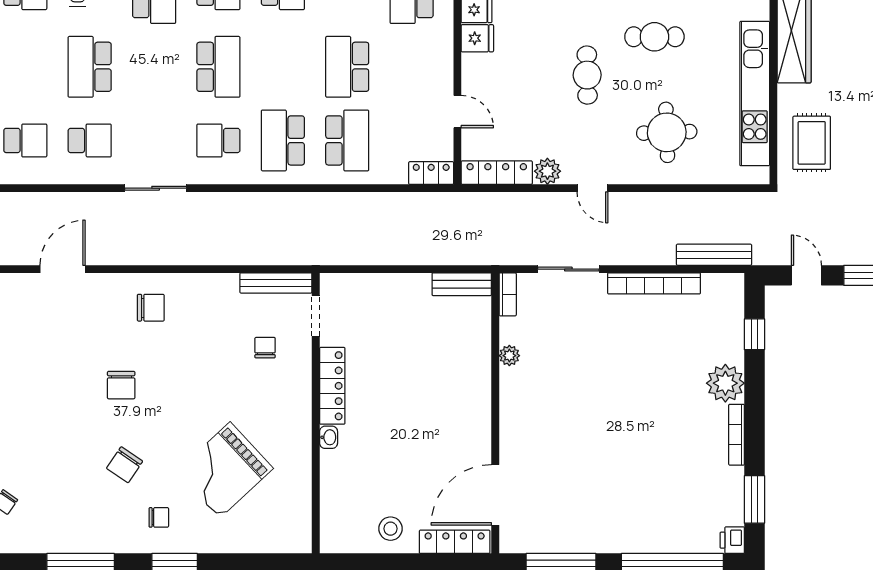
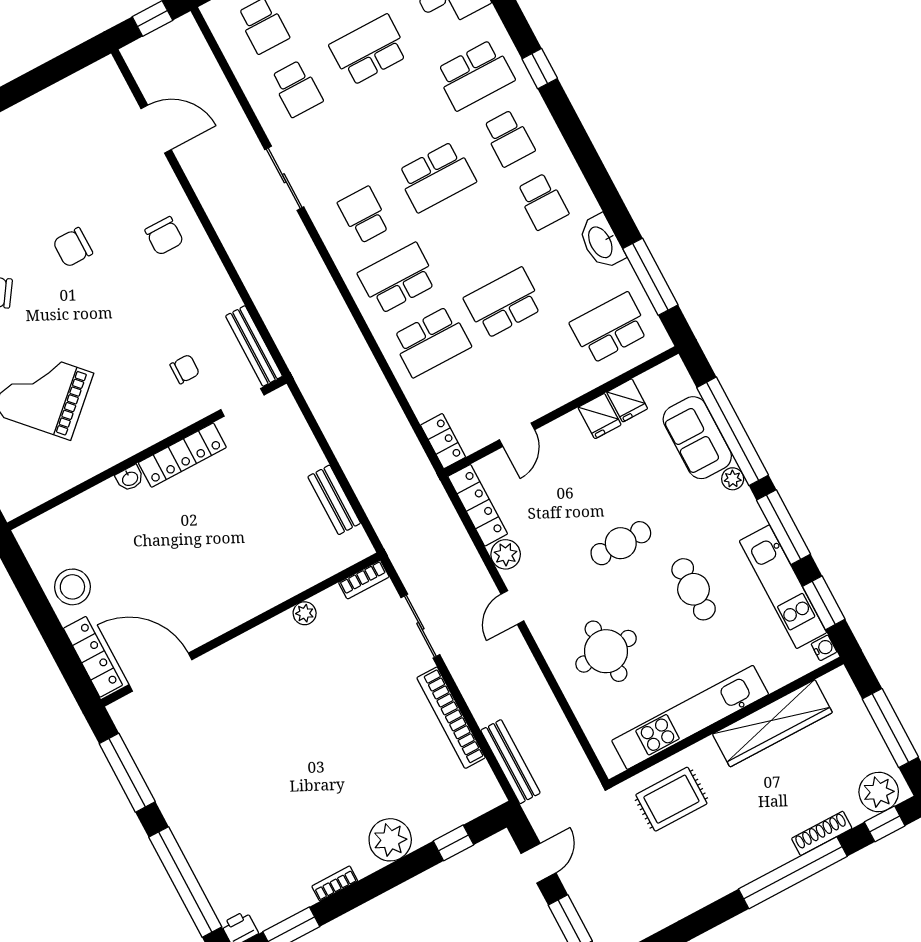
bench: (462, 284) -> (334, 500), moved
bookcase: (737, 435) -> (335, 883), width x0.64
stool: (391, 529) -> (72, 587), width x1.38, depth x1.38

